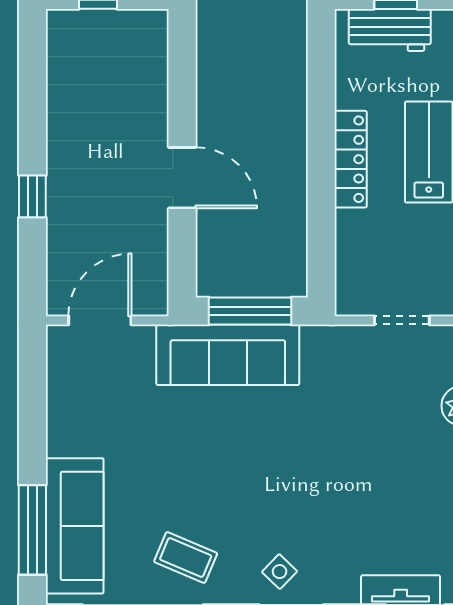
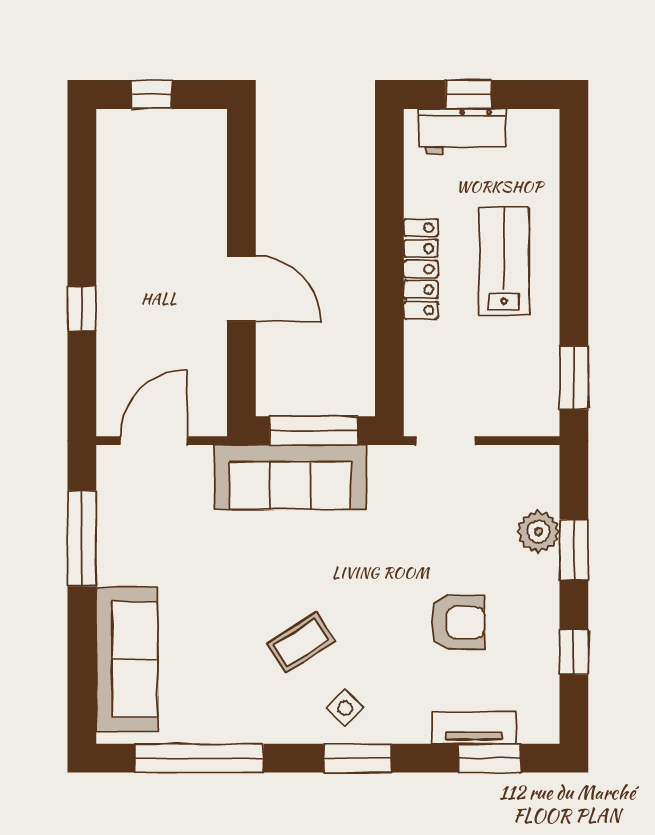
doorway: (402, 320) -> (446, 441), moved
armchair: (386, 491) -> (458, 623), added
window: (32, 530) -> (82, 538), moved
coffee table: (186, 558) -> (301, 643), moved, turned -56

